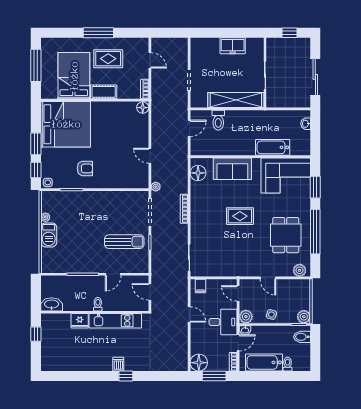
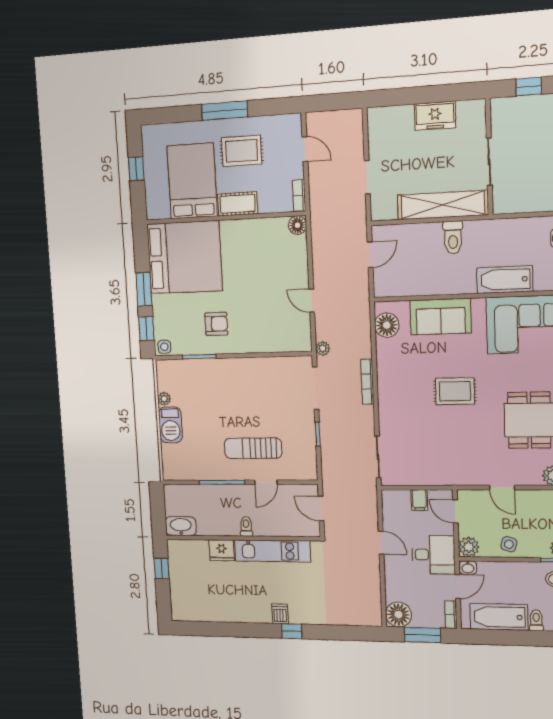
window: (36, 65) -> (136, 169), width x0.46
toilet: (218, 120) -> (453, 237), moved
sun lounger: (124, 242) -> (253, 448), moved, turned 180
filing cabinet: (200, 286) -> (419, 500), moved

